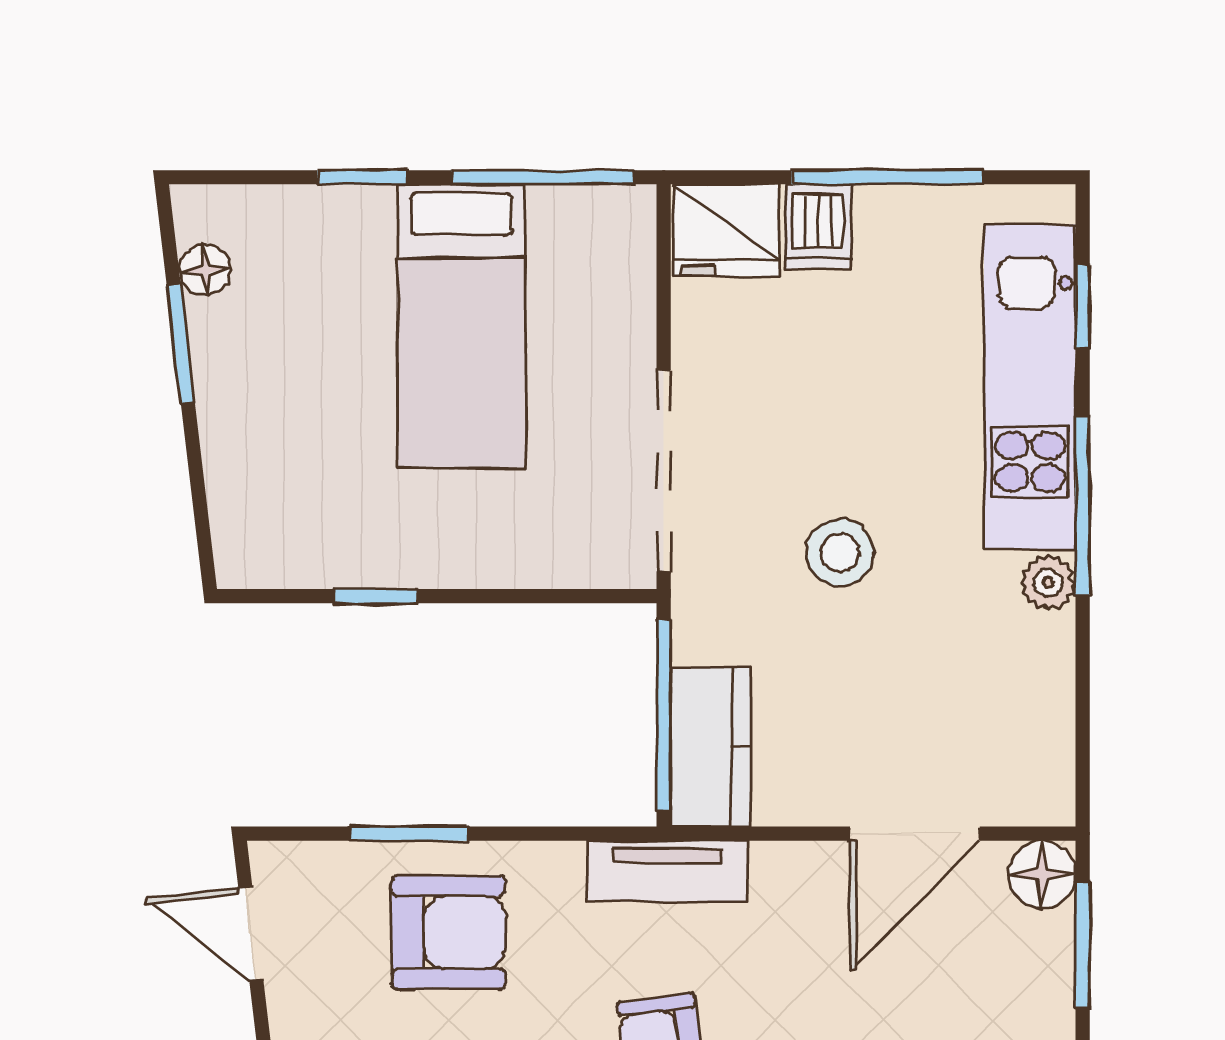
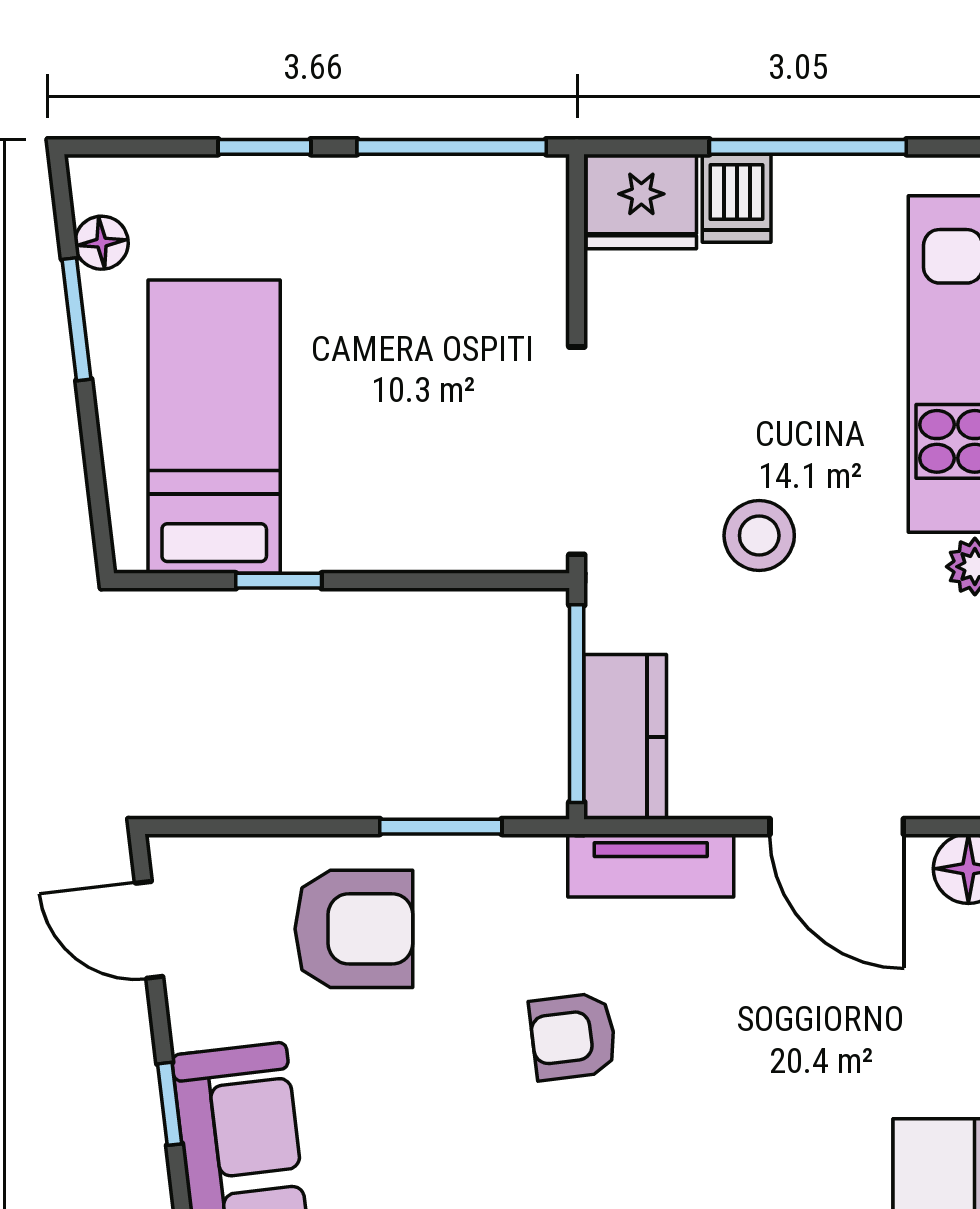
bed: (461, 326) -> (214, 427), moved, turned 180
window: (409, 834) -> (441, 827), moved
door: (915, 834) -> (837, 827), hinge flipped
tv unit: (668, 871) -> (651, 865), moved

